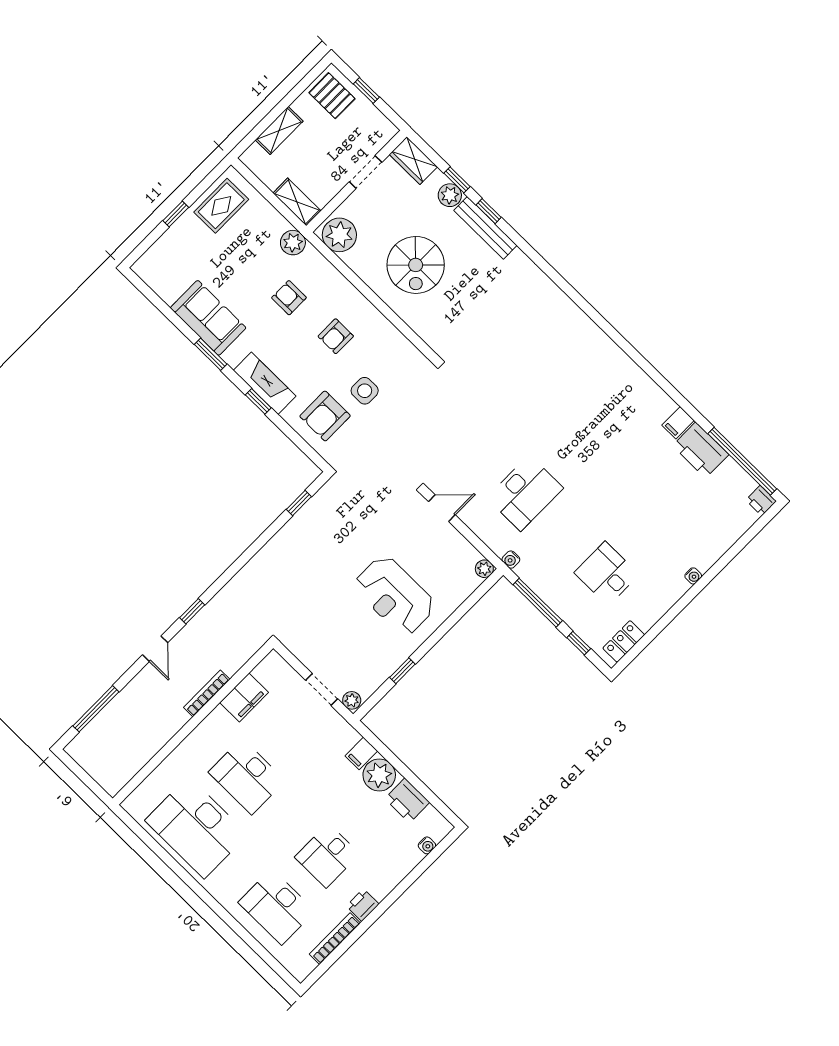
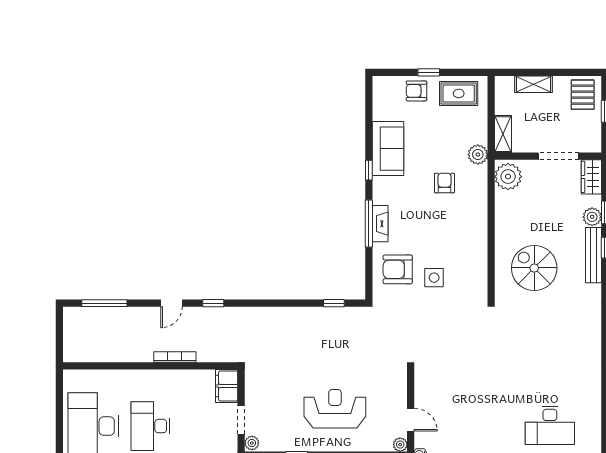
doorway: (366, 172) -> (558, 156), width x1.38
spiral stairs: (416, 265) -> (534, 268), moved, turned 90
armchair: (336, 336) -> (416, 91), moved
window: (211, 354) -> (369, 170), width x0.67
fireplace: (265, 383) -> (380, 224), width x0.73, depth x0.76
window: (258, 401) -> (369, 223), width x2.17
desk: (525, 493) -> (550, 425), moved
door: (442, 508) -> (411, 420), moved
reception desk: (394, 596) -> (335, 409), turned 90
filing cabinet: (244, 697) -> (227, 386), moved, turned 90

